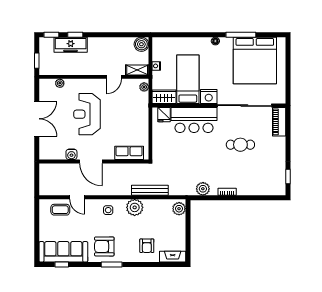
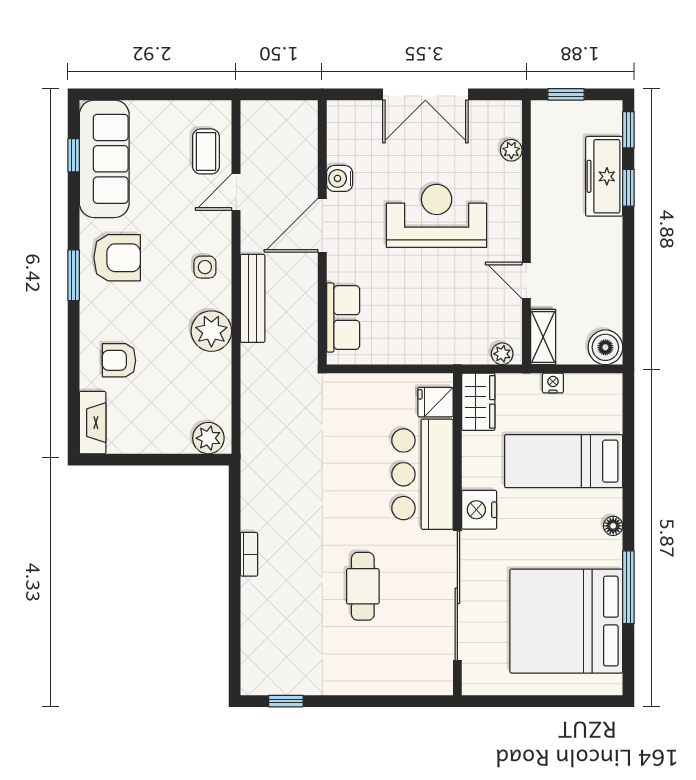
bed: (188, 79) -> (564, 461), moved, turned 180
piano: (279, 122) -> (418, 680), removed
plant: (203, 189) -> (256, 496), removed
bench: (150, 190) -> (253, 298), moved
armchair: (104, 246) -> (117, 258), turned 90

